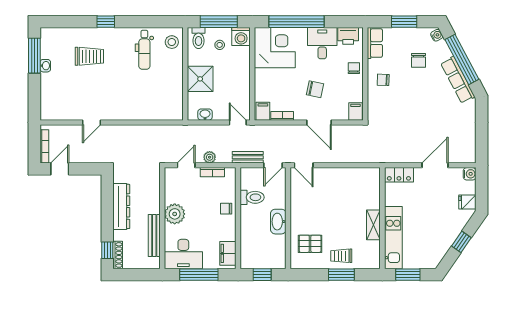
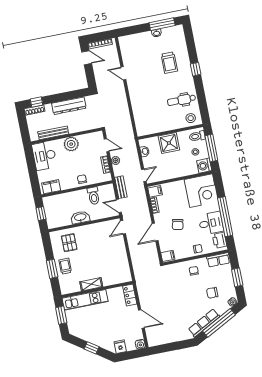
window: (297, 22) -> (225, 217), moved
window: (199, 275) -> (32, 169), removed

